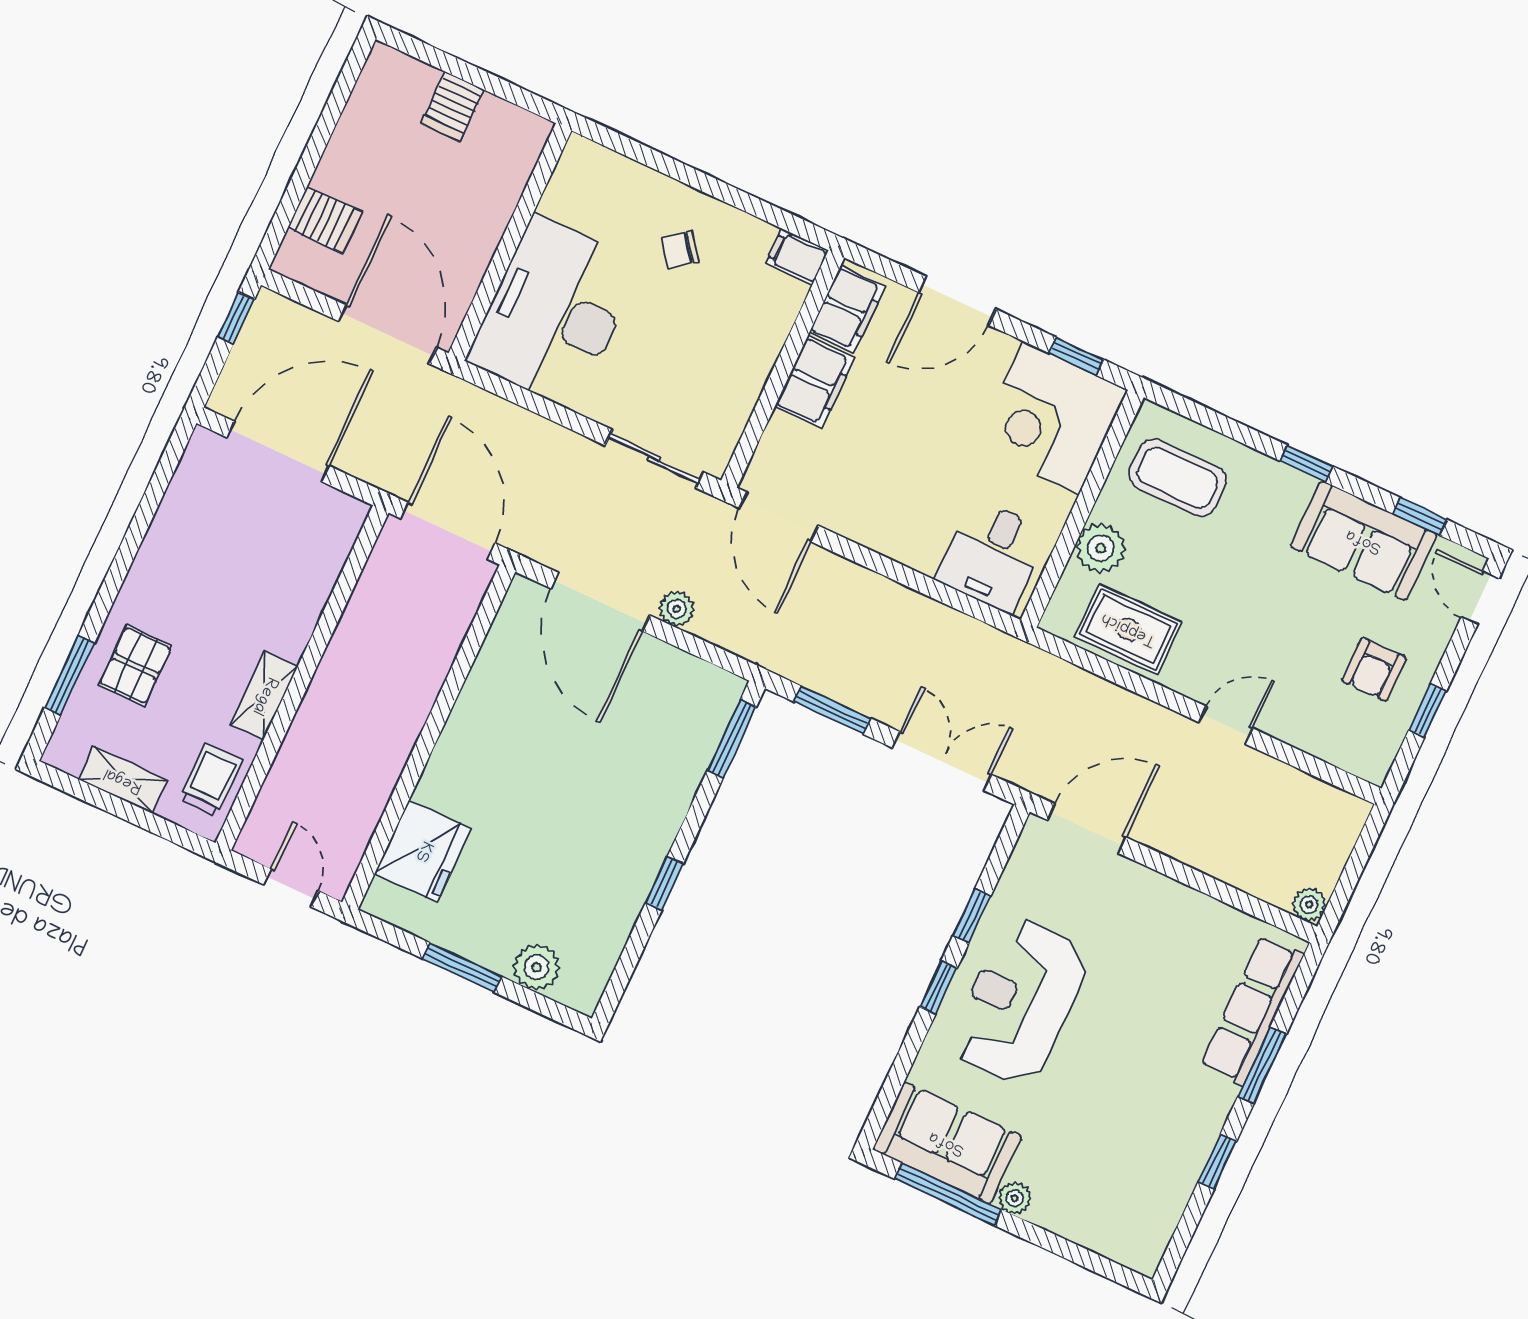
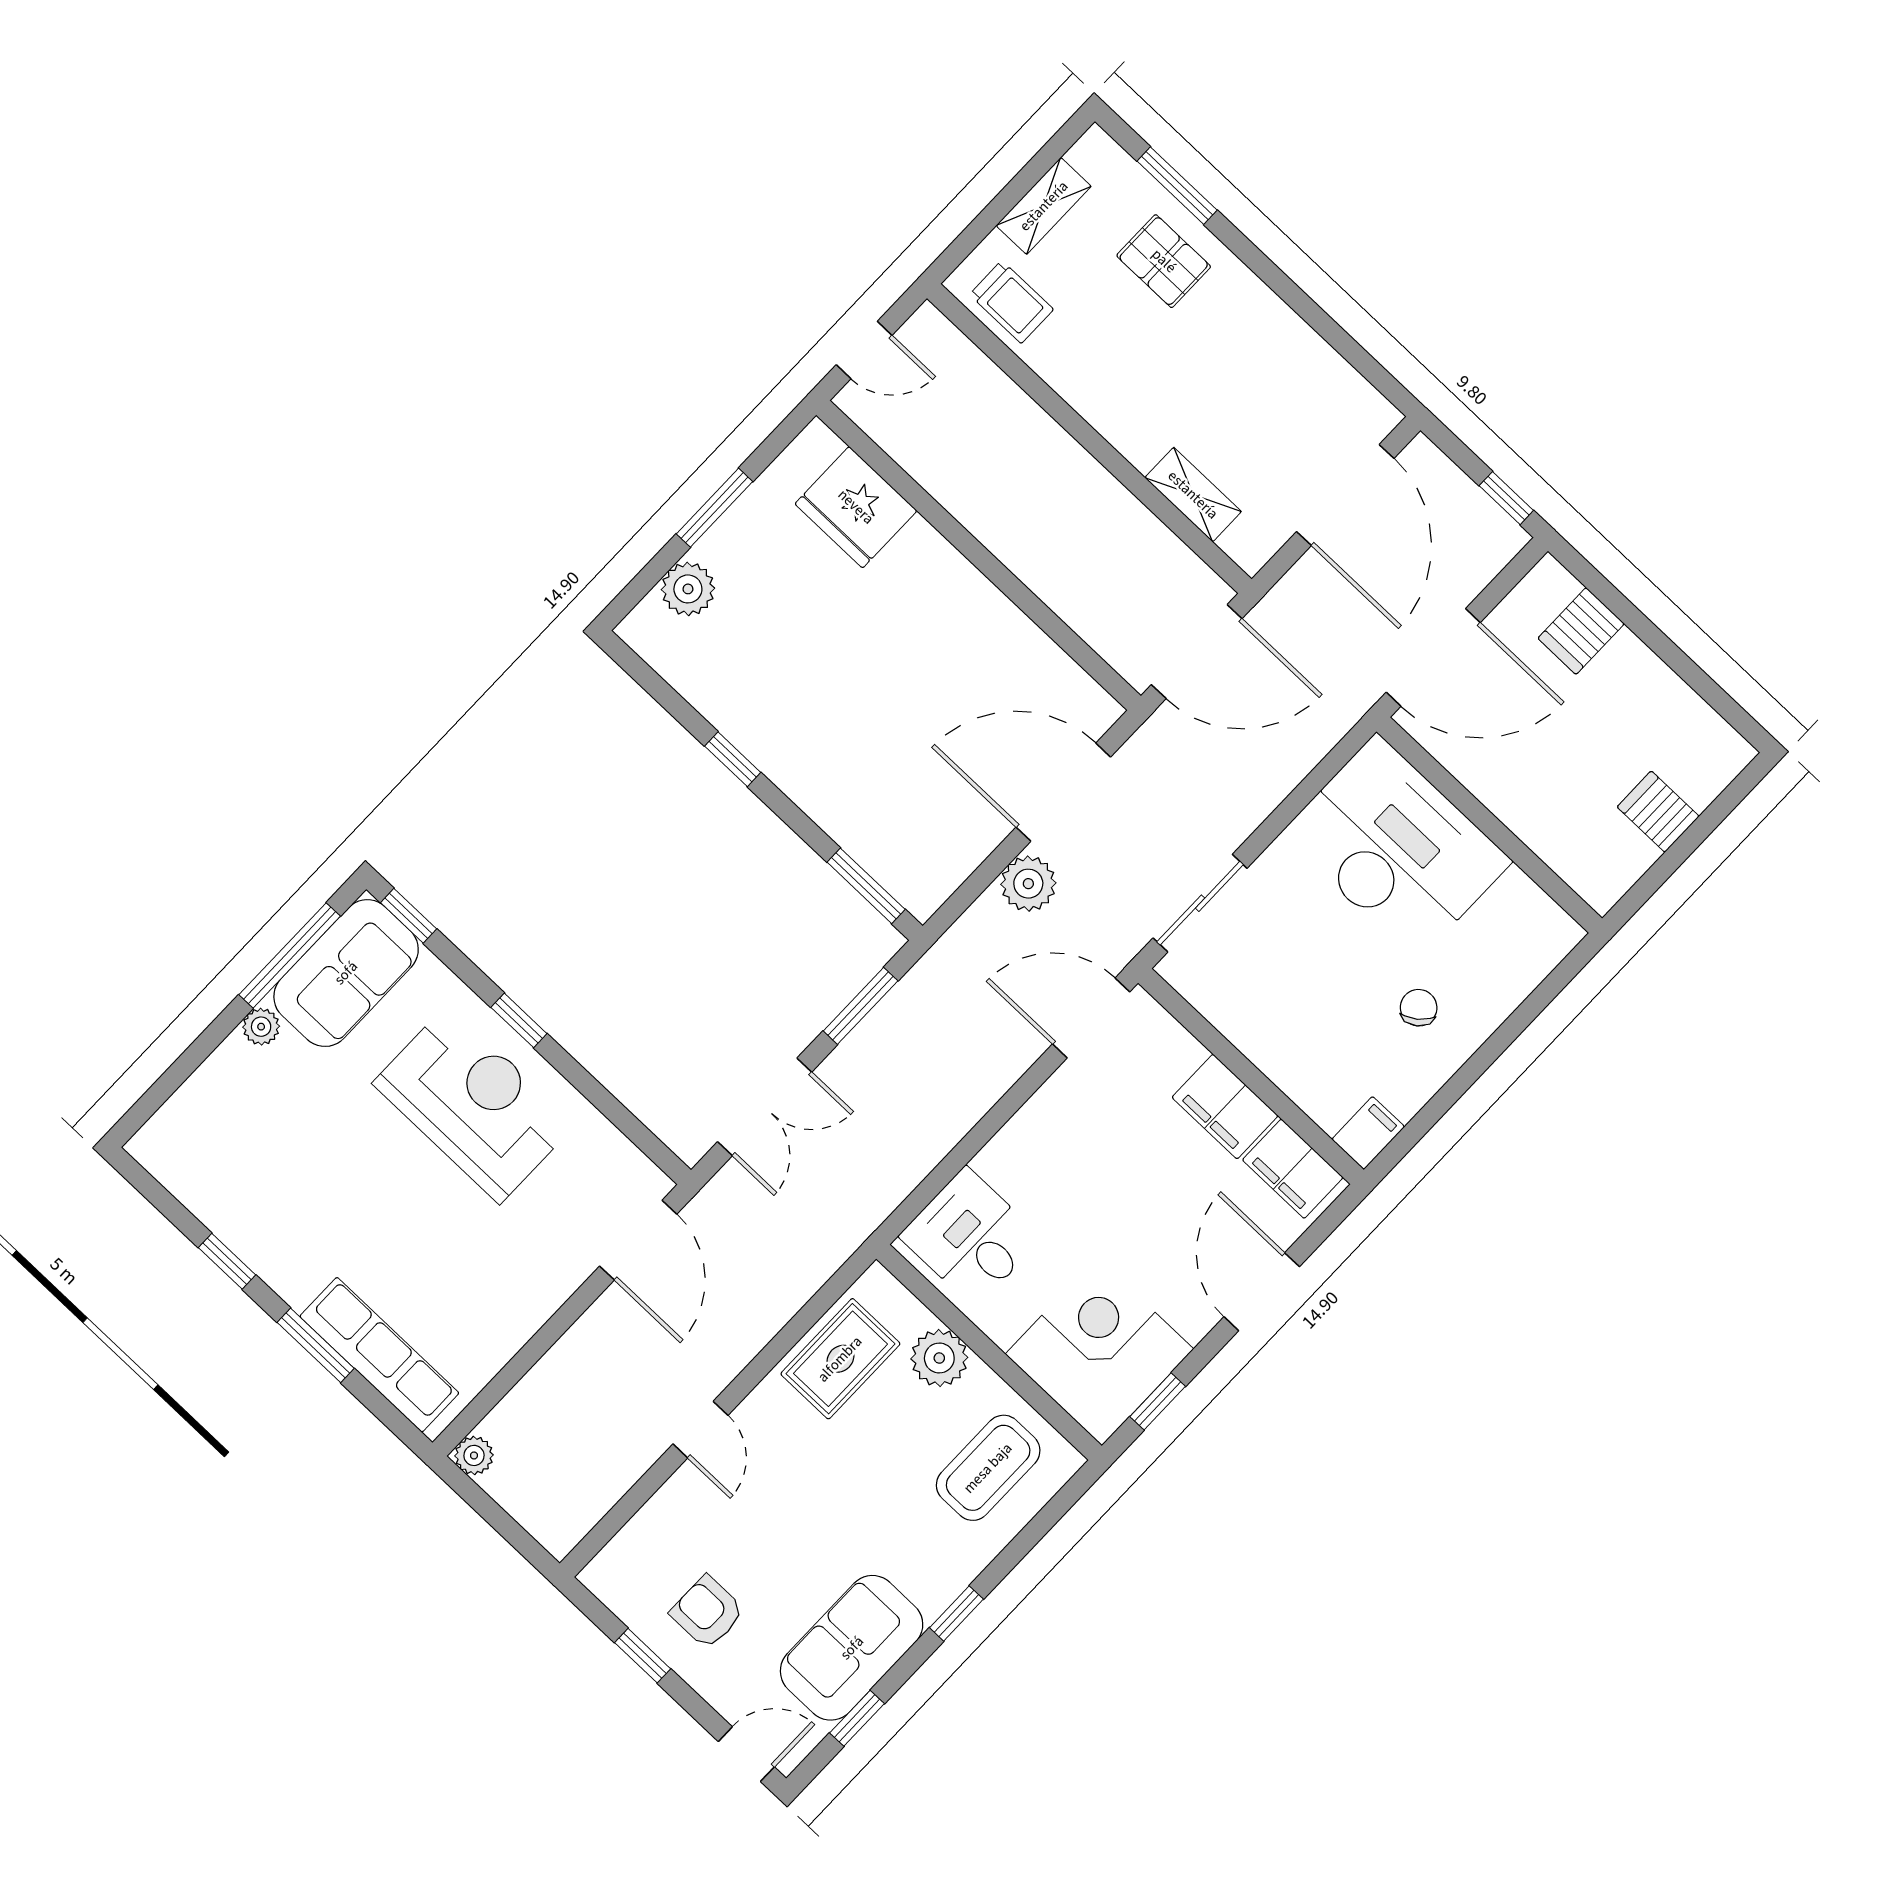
plant: (677, 609) -> (1028, 884), width x1.38, depth x1.38
shelving: (264, 696) -> (1193, 495), moved
window: (972, 916) -> (409, 916), moved

